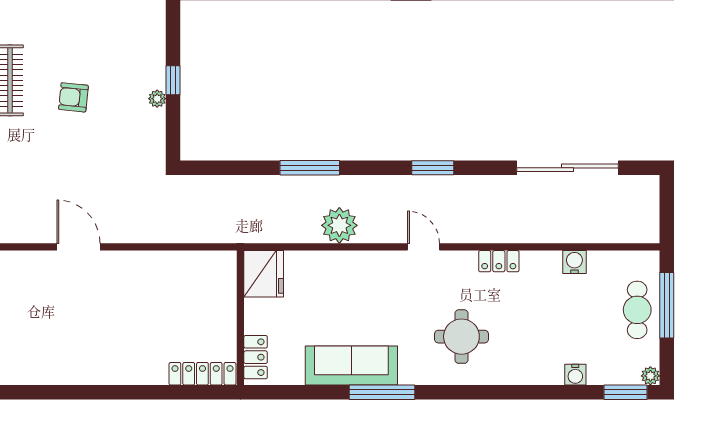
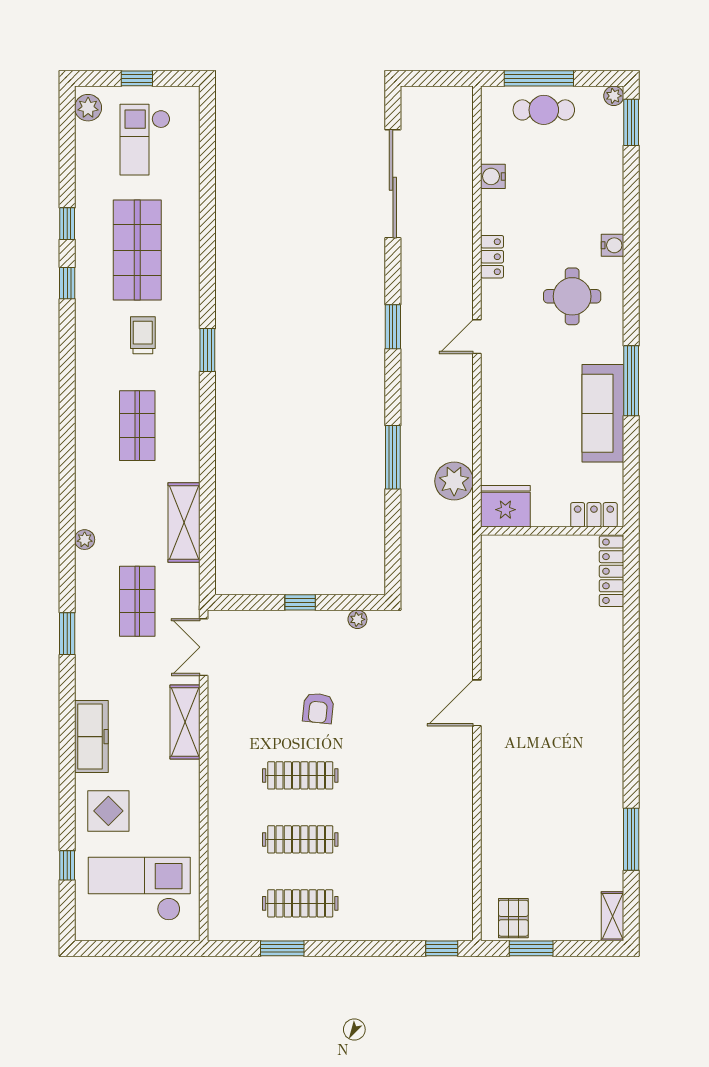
plant: (157, 99) -> (357, 619), moved
plant: (339, 225) -> (454, 481), moved
water cooler: (575, 375) -> (612, 245), moved

